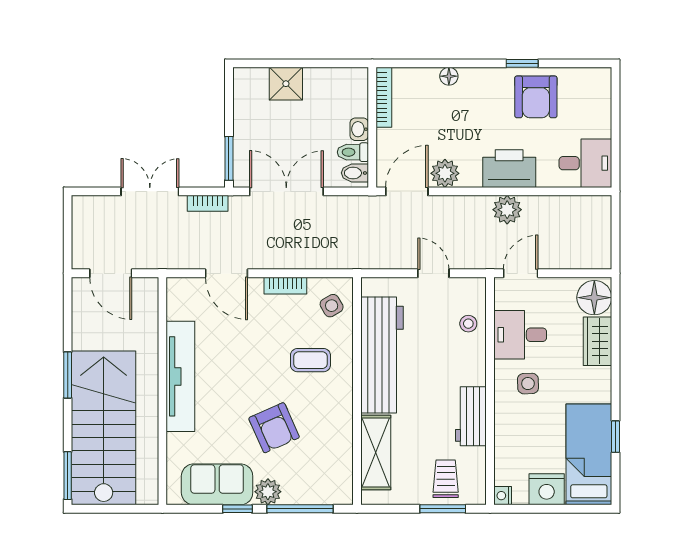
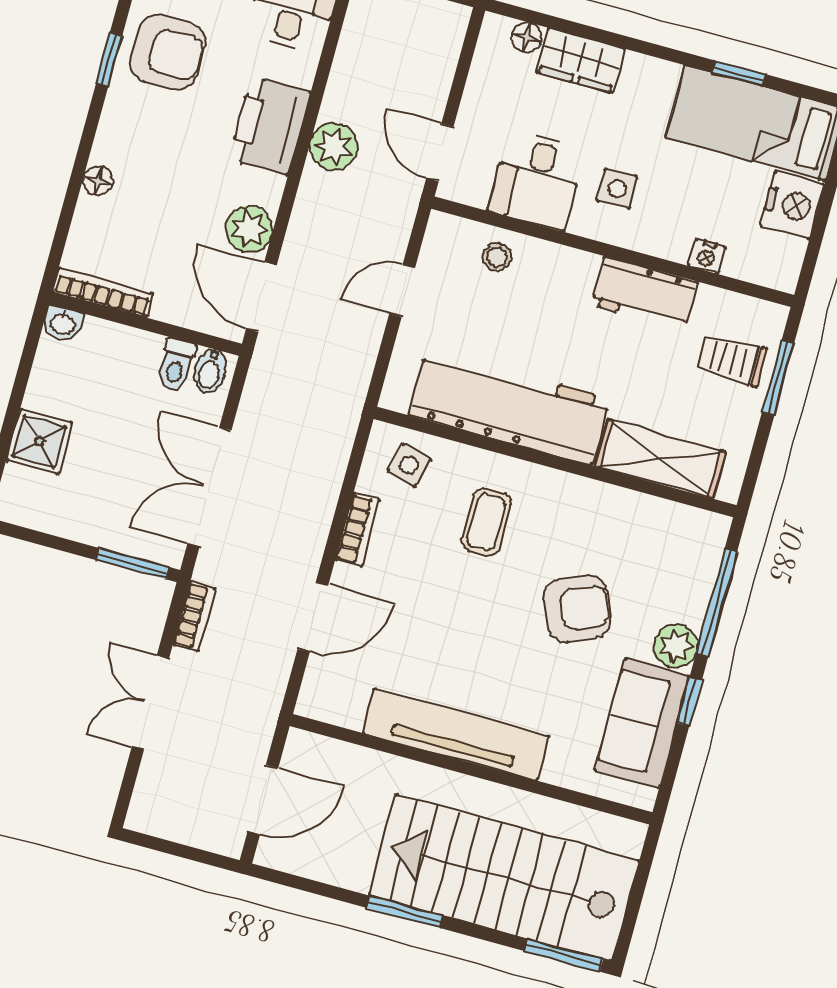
washbasin: (359, 129) -> (63, 323), moved
floor lamp: (594, 298) -> (527, 37), width x0.53, depth x0.53
side table: (332, 306) -> (409, 465), turned 45
nightstand: (503, 496) -> (707, 256), moved

